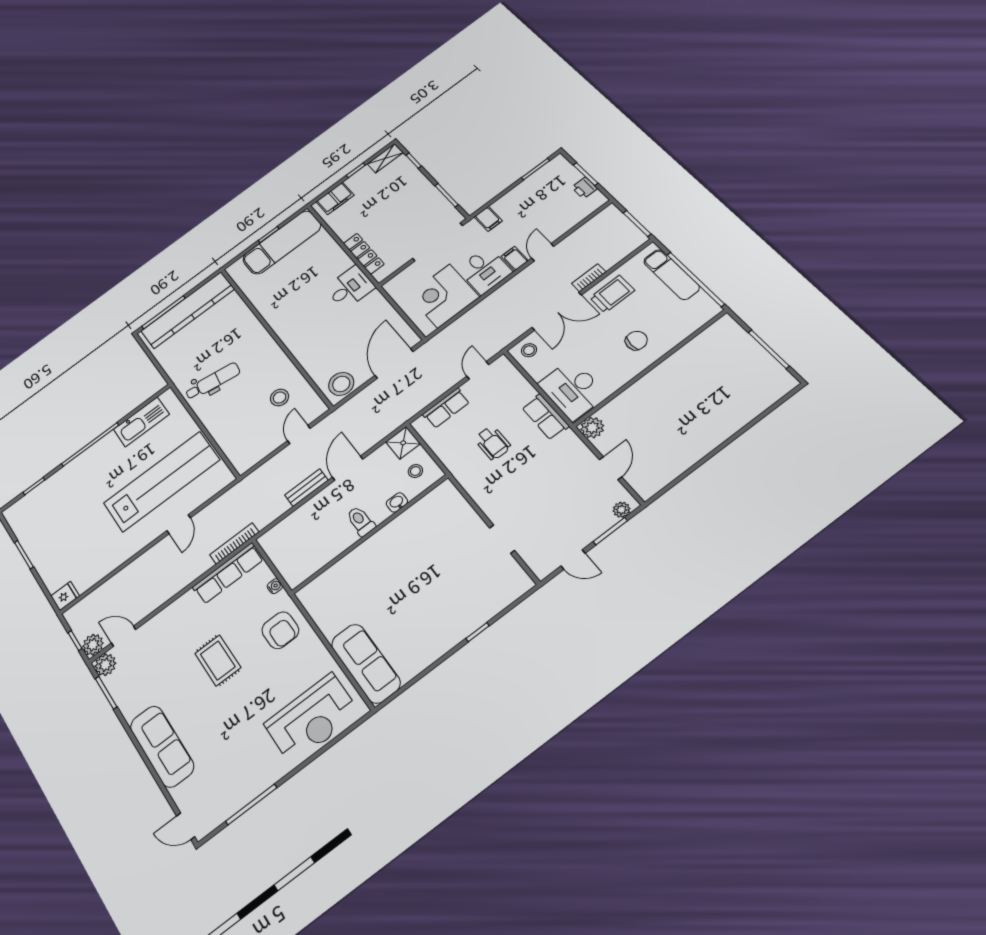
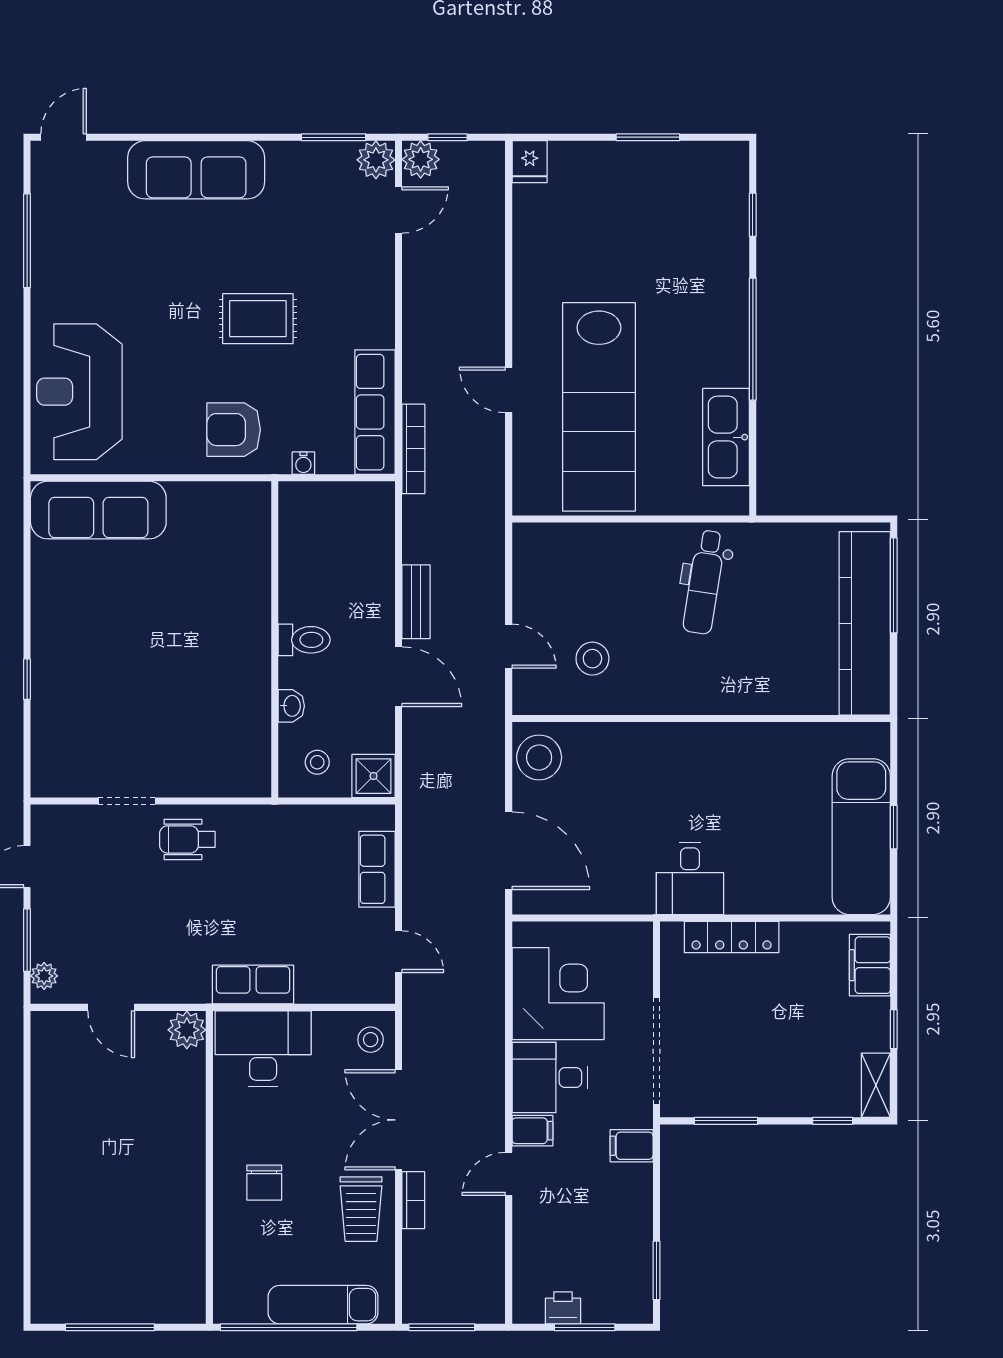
door: (543, 252) -> (509, 1174), swing flipped
wheelchair: (493, 443) -> (187, 839), moved

